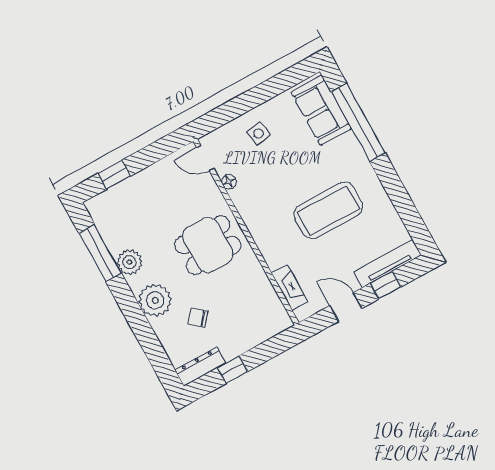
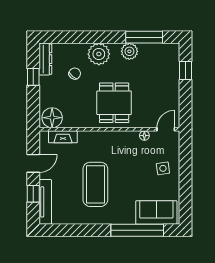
floor lamp: (272, 315) -> (52, 118), added

